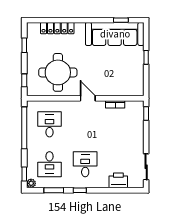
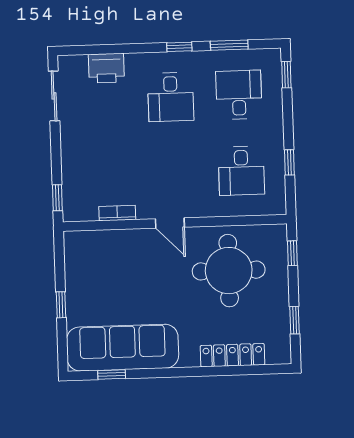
window: (24, 128) -> (289, 162), width x0.32
plant: (31, 183) -> (273, 57), removed

